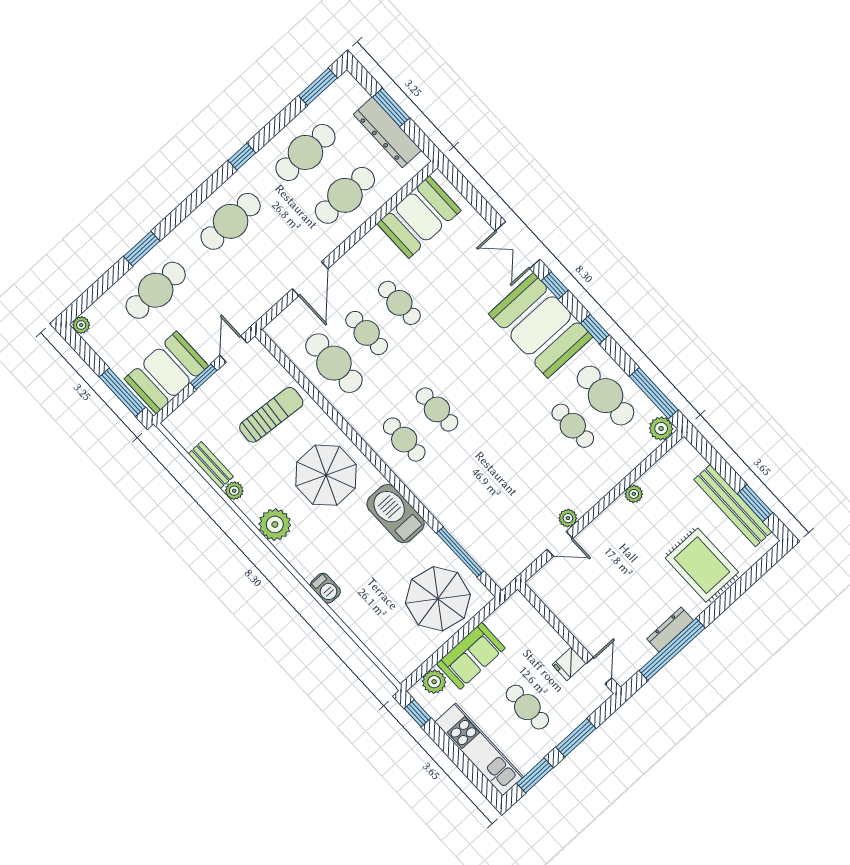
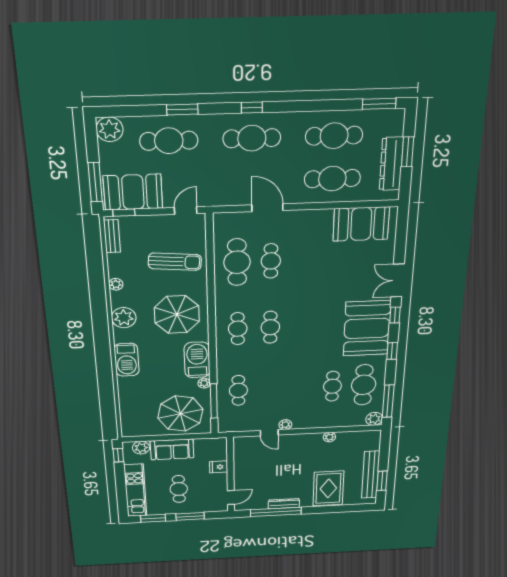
window: (242, 157) -> (252, 108), moved
door: (310, 279) -> (267, 208), swing flipped
cafe table: (399, 303) -> (238, 390), moved
plant: (81, 325) -> (110, 129), width x1.87, depth x1.87
window: (204, 377) -> (124, 213), moved
bench: (211, 465) -> (112, 236), moved
plant: (429, 537) -> (204, 383), added
barbecue: (325, 588) -> (127, 360), width x1.88, depth x1.53
fridge: (569, 664) -> (219, 467), moved

